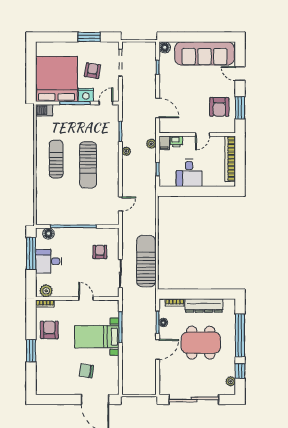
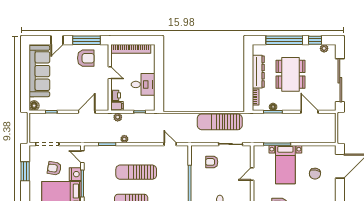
window: (240, 108) -> (87, 40), width x1.44
sun lounger: (88, 165) -> (136, 172), turned 180
door: (158, 349) -> (309, 112), moved

